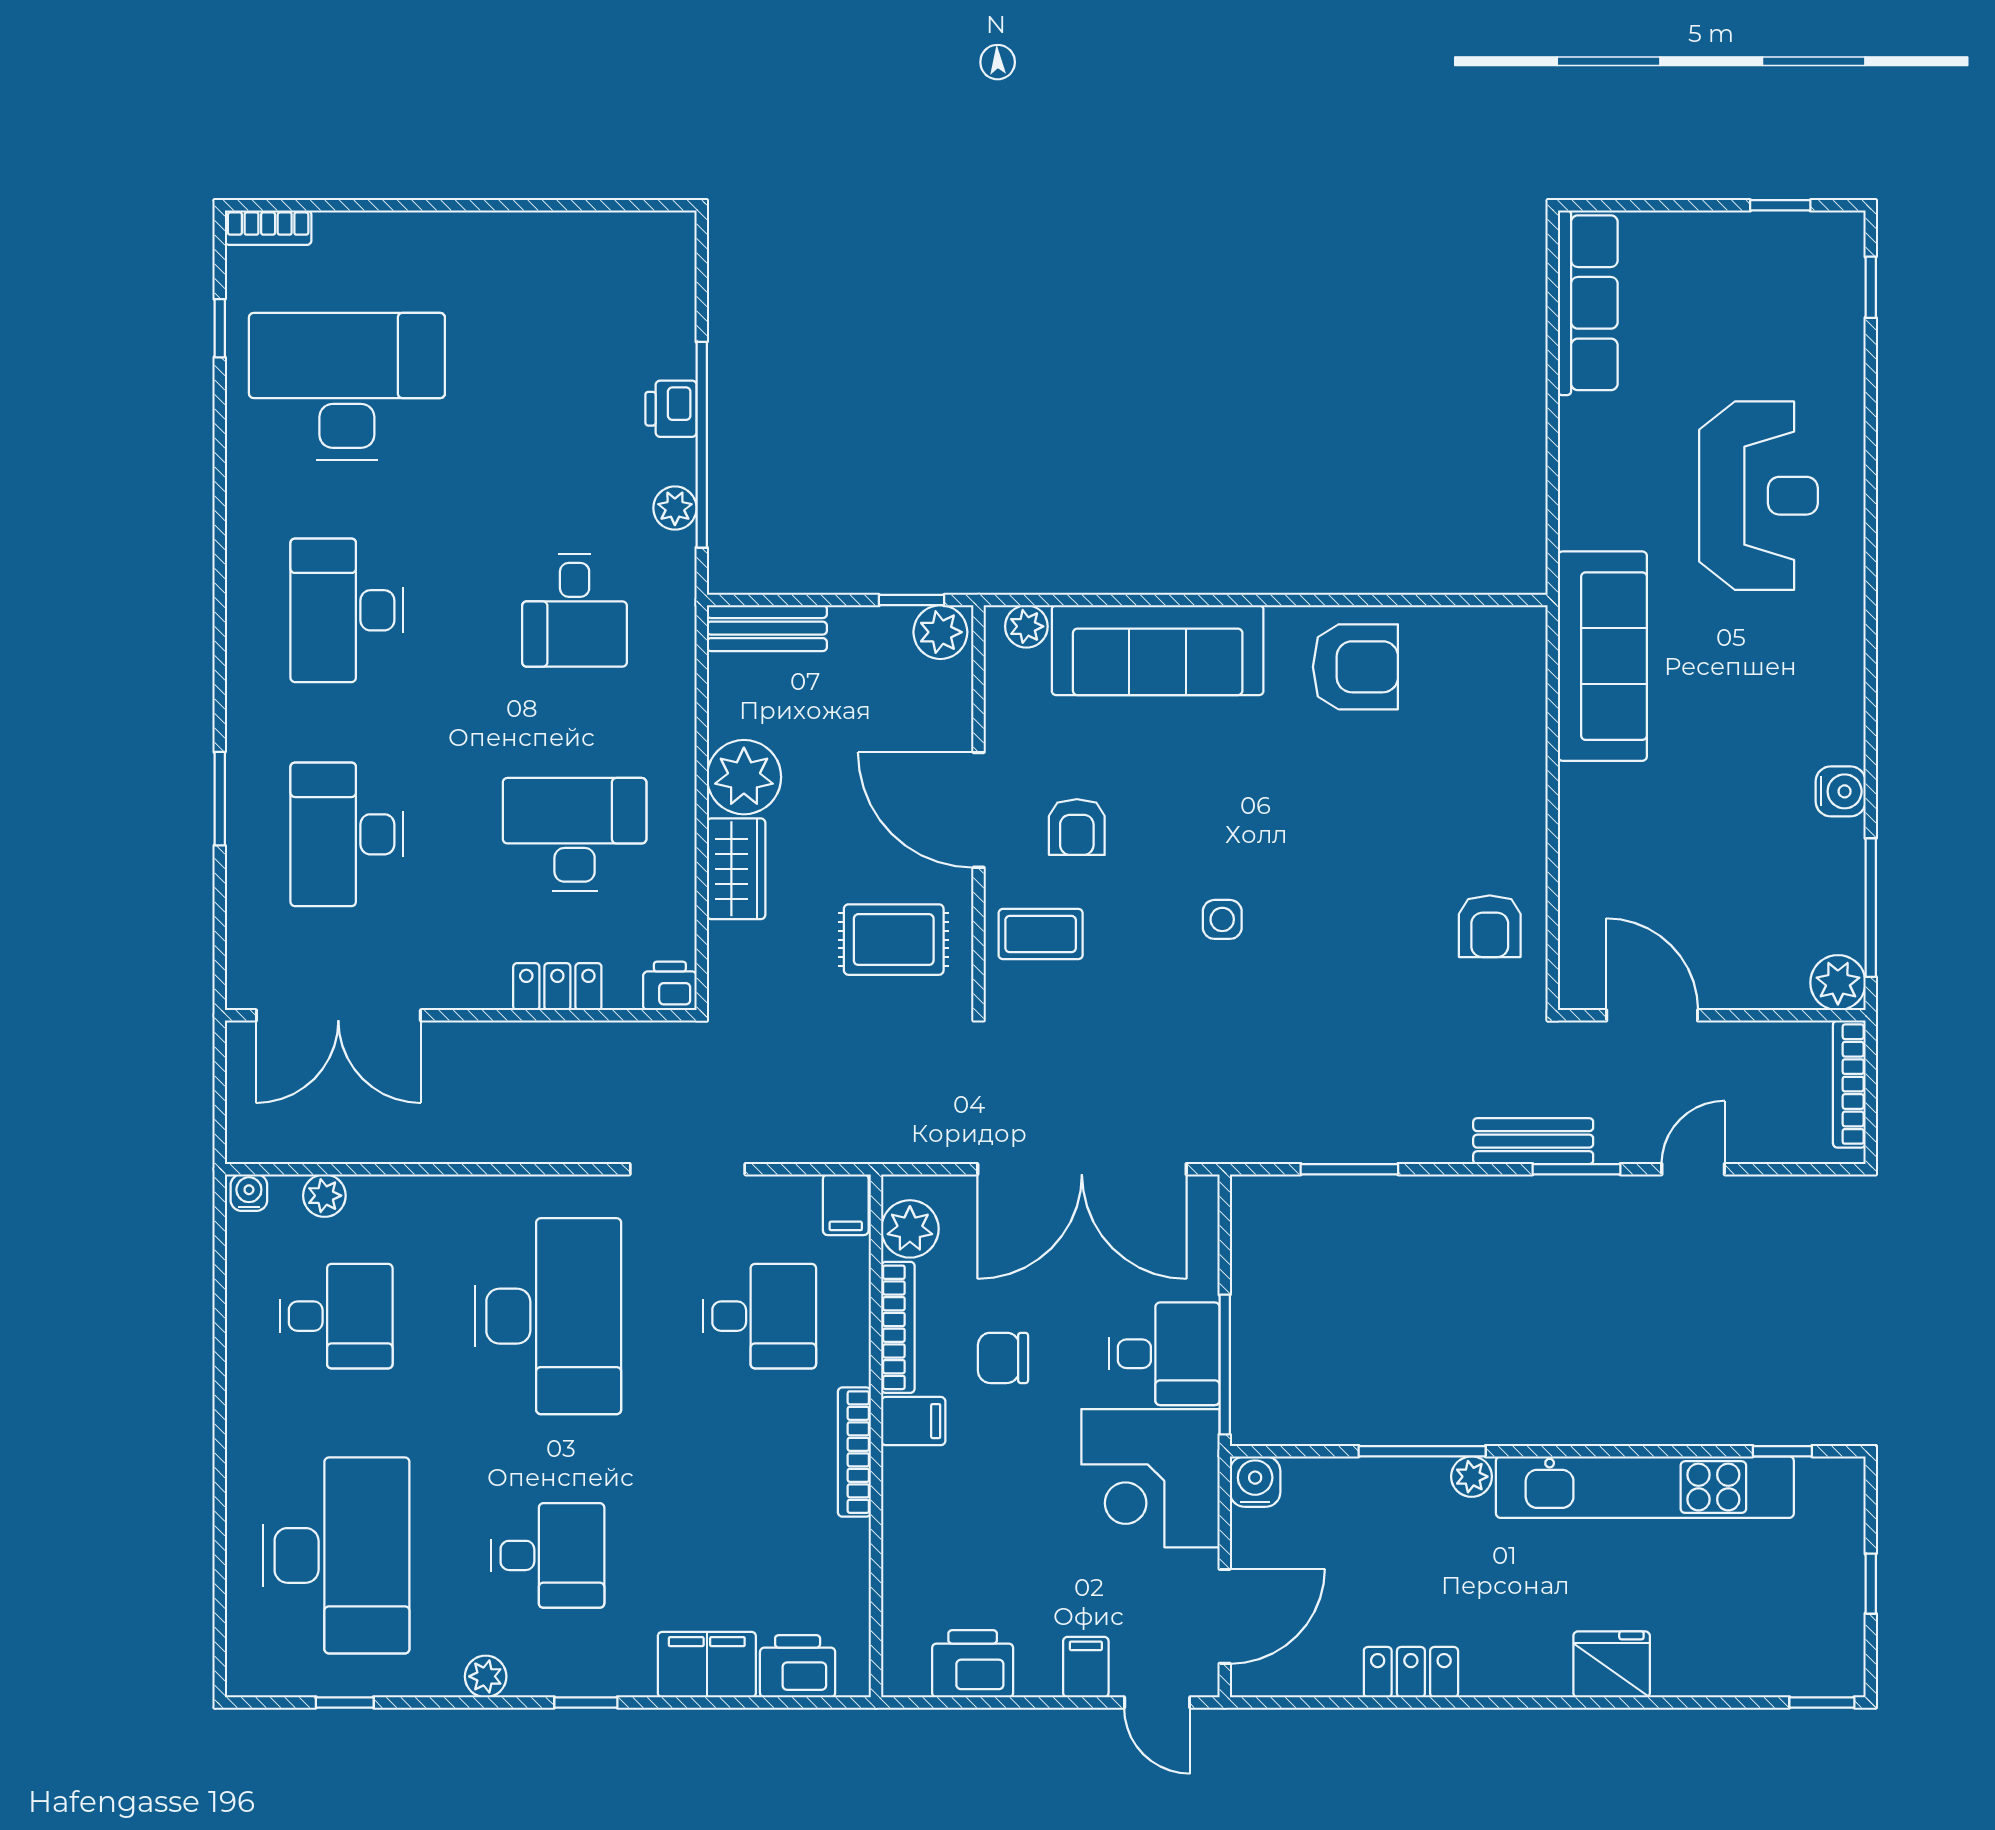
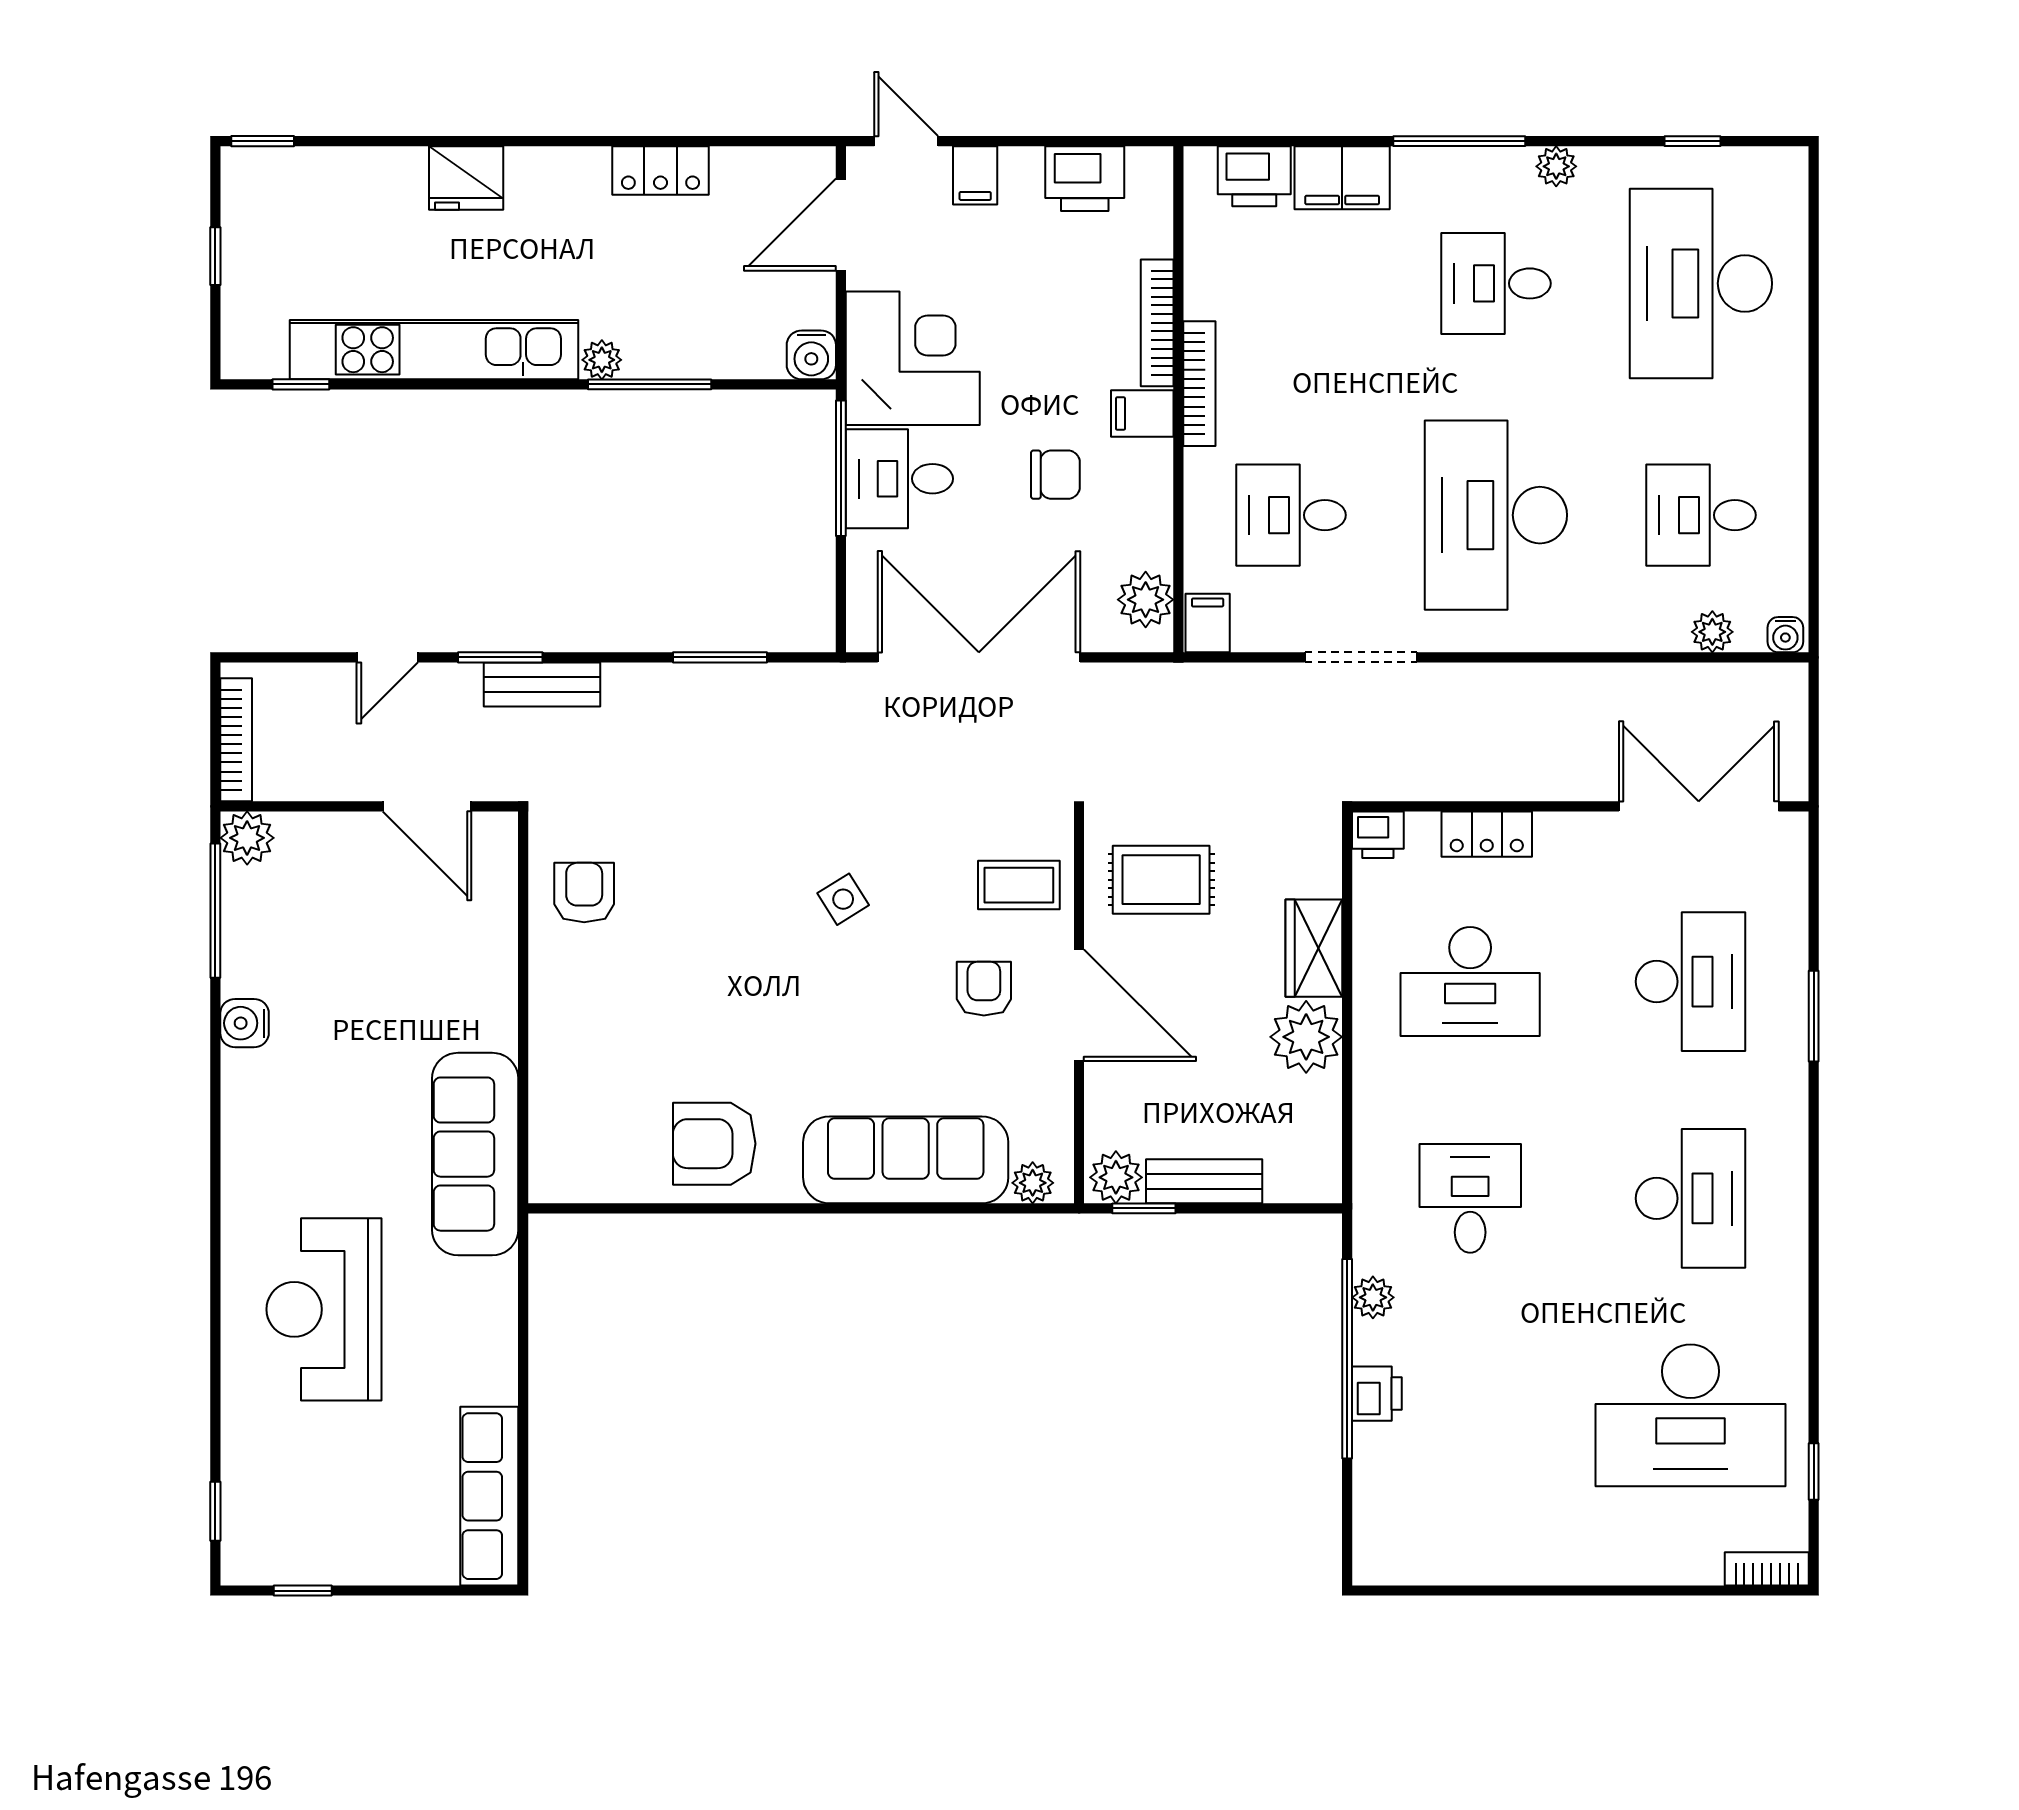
bench: (767, 628) -> (1204, 1181), moved
side table: (1222, 919) -> (843, 899), turned -32
bookcase: (898, 1327) -> (1157, 323), moved
window: (586, 1702) -> (1459, 141), width x2.17

